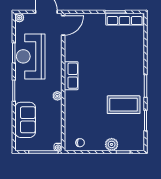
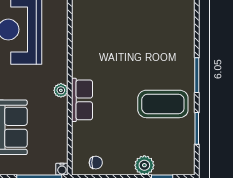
row of seats: (71, 76) -> (82, 100), moved

